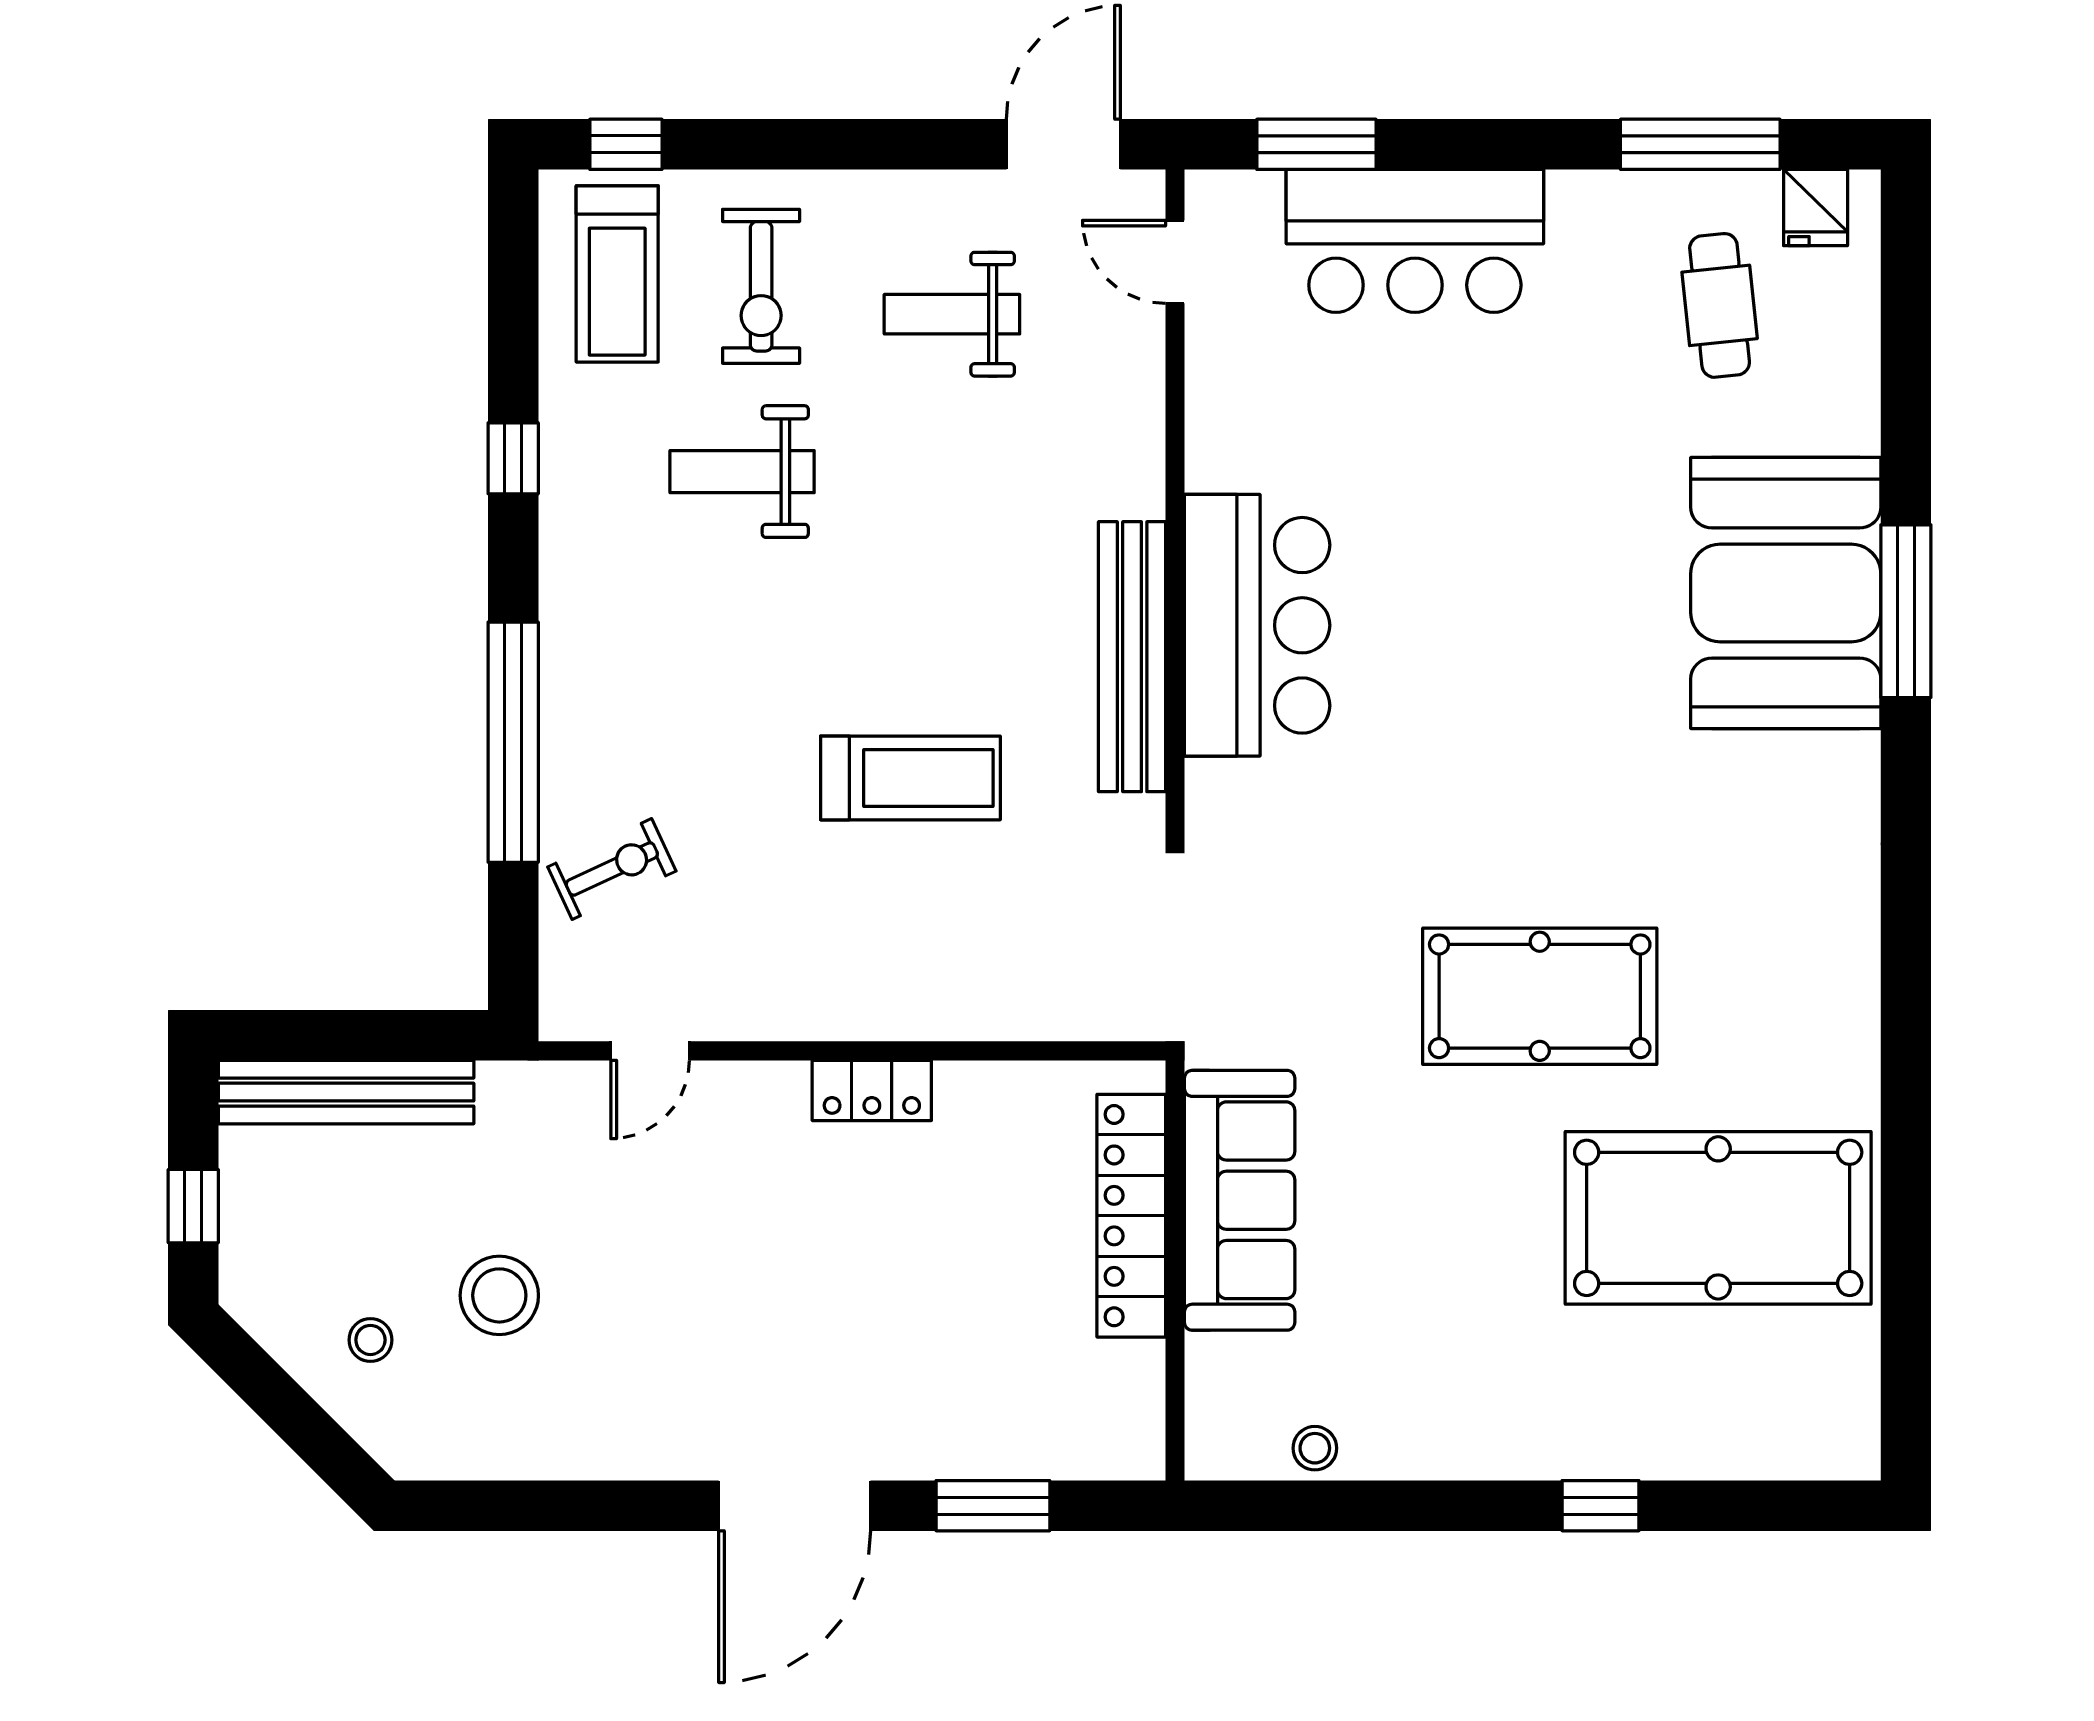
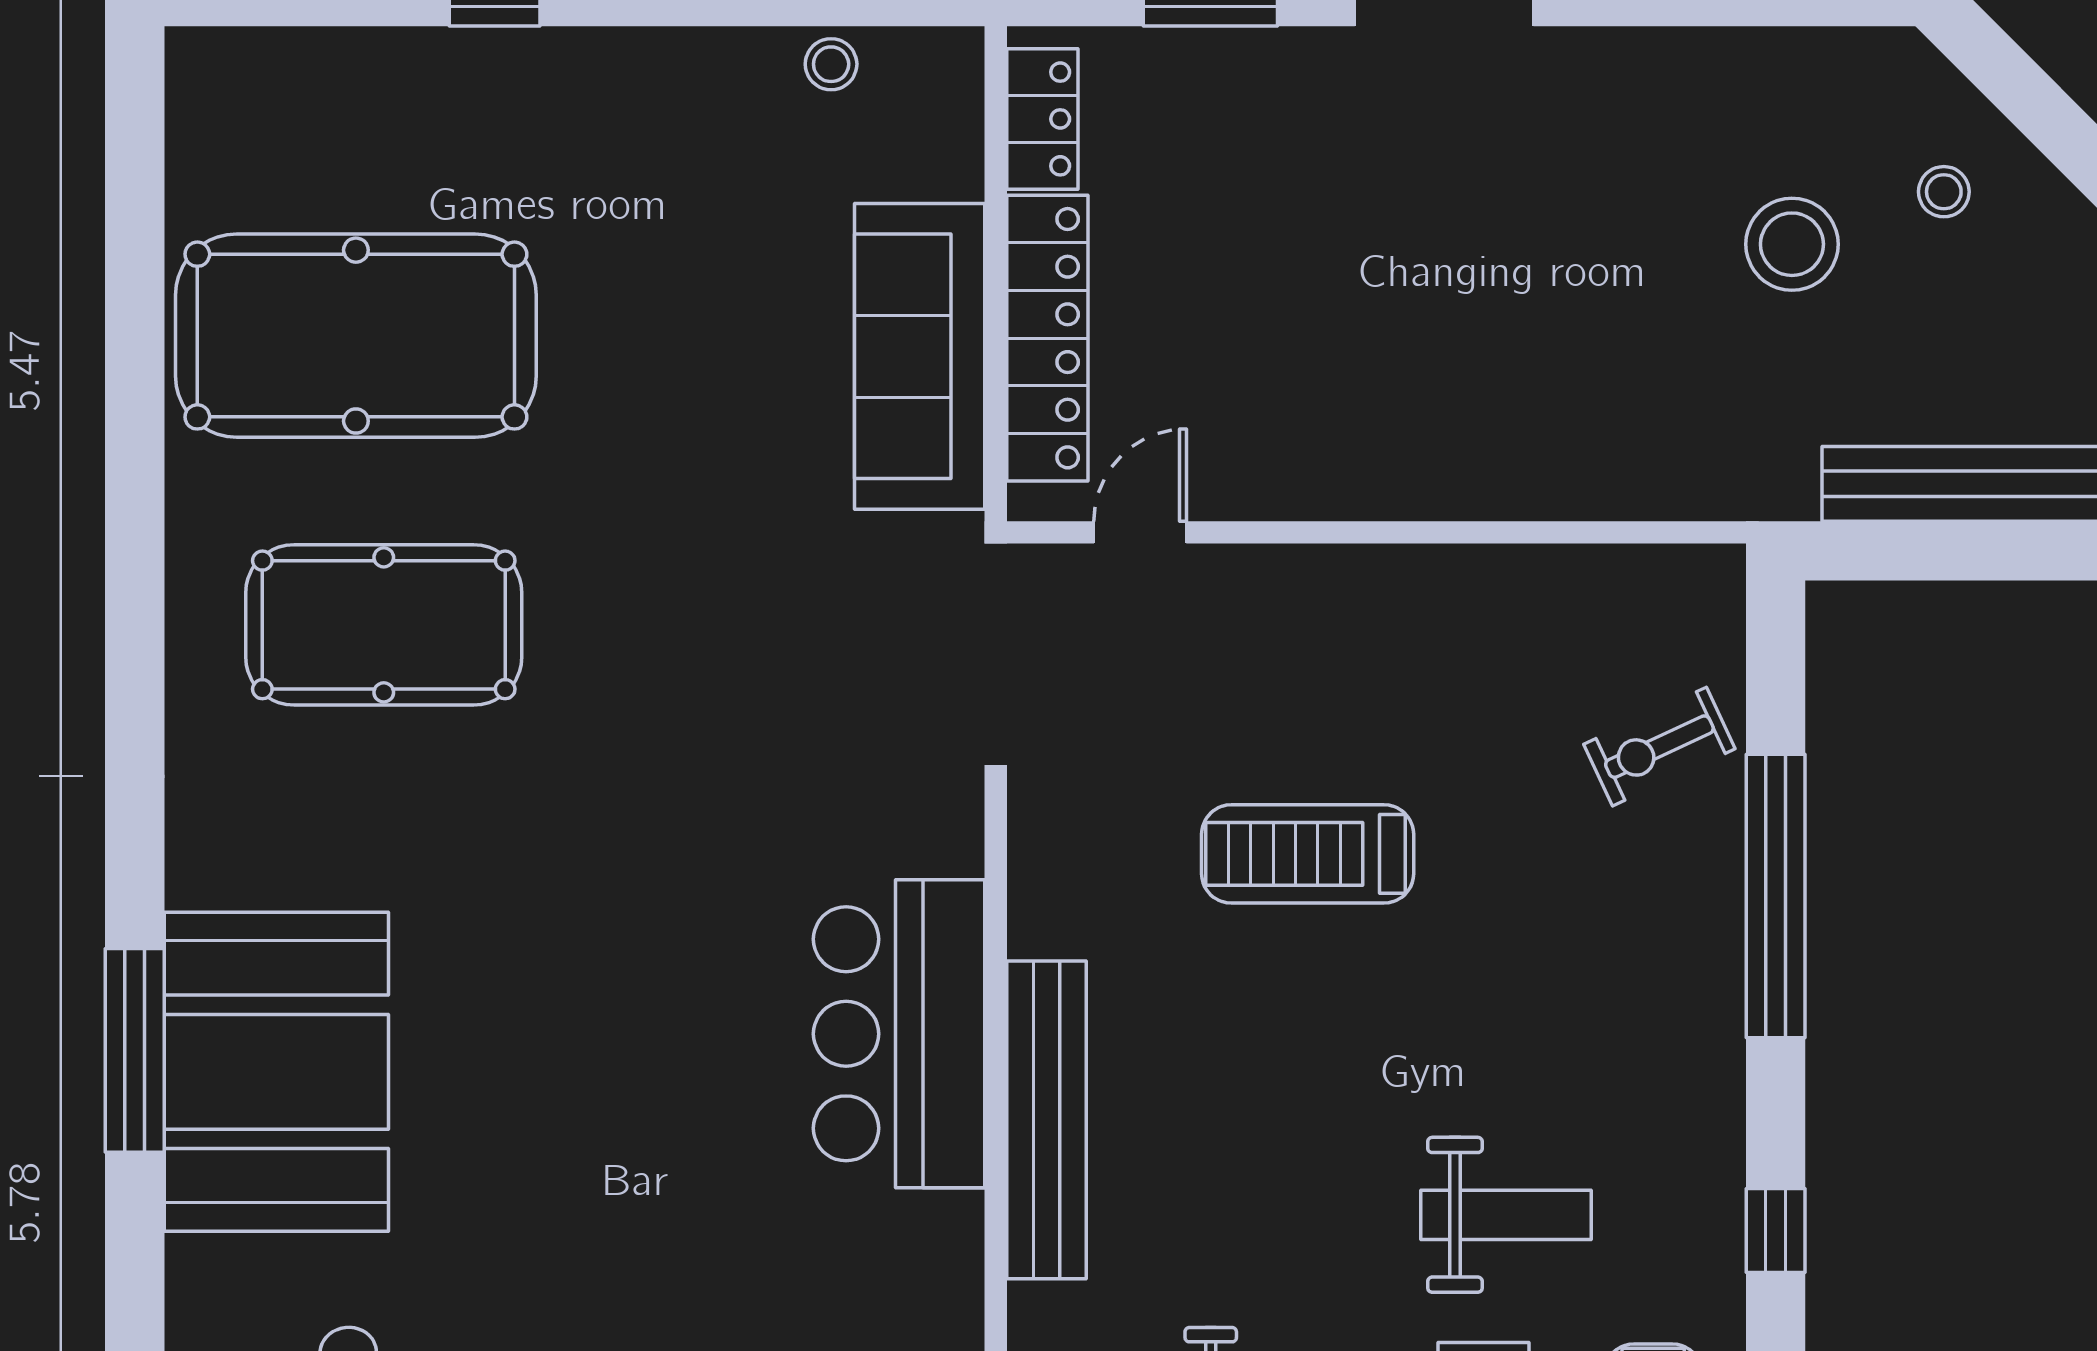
bench: (1132, 657) -> (1046, 1120), moved
pool table: (1540, 996) -> (384, 625), moved
door: (650, 1051) -> (1140, 532), moved
locker: (872, 1090) -> (1042, 119), moved, turned 90

